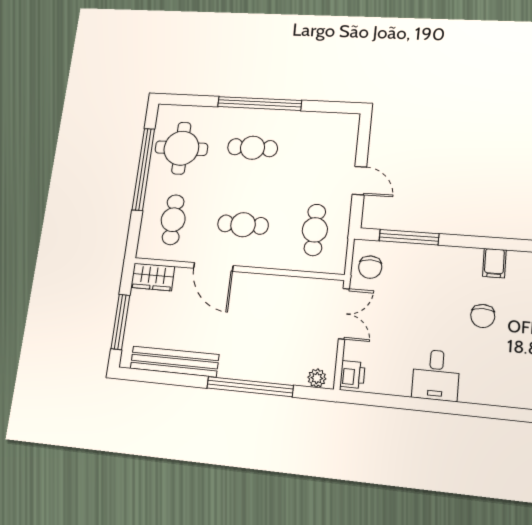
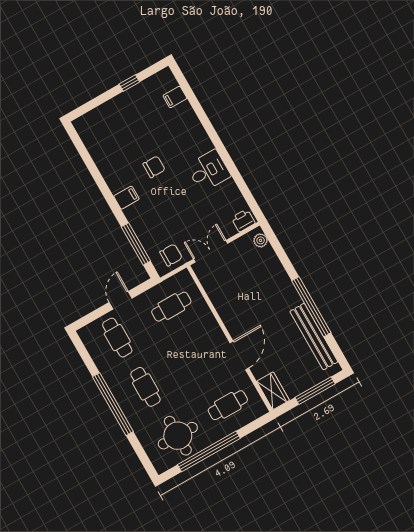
cafe table: (243, 225) -> (117, 338), moved
filing cabinet: (494, 263) -> (126, 198), moved
window: (250, 387) -> (311, 307), moved

